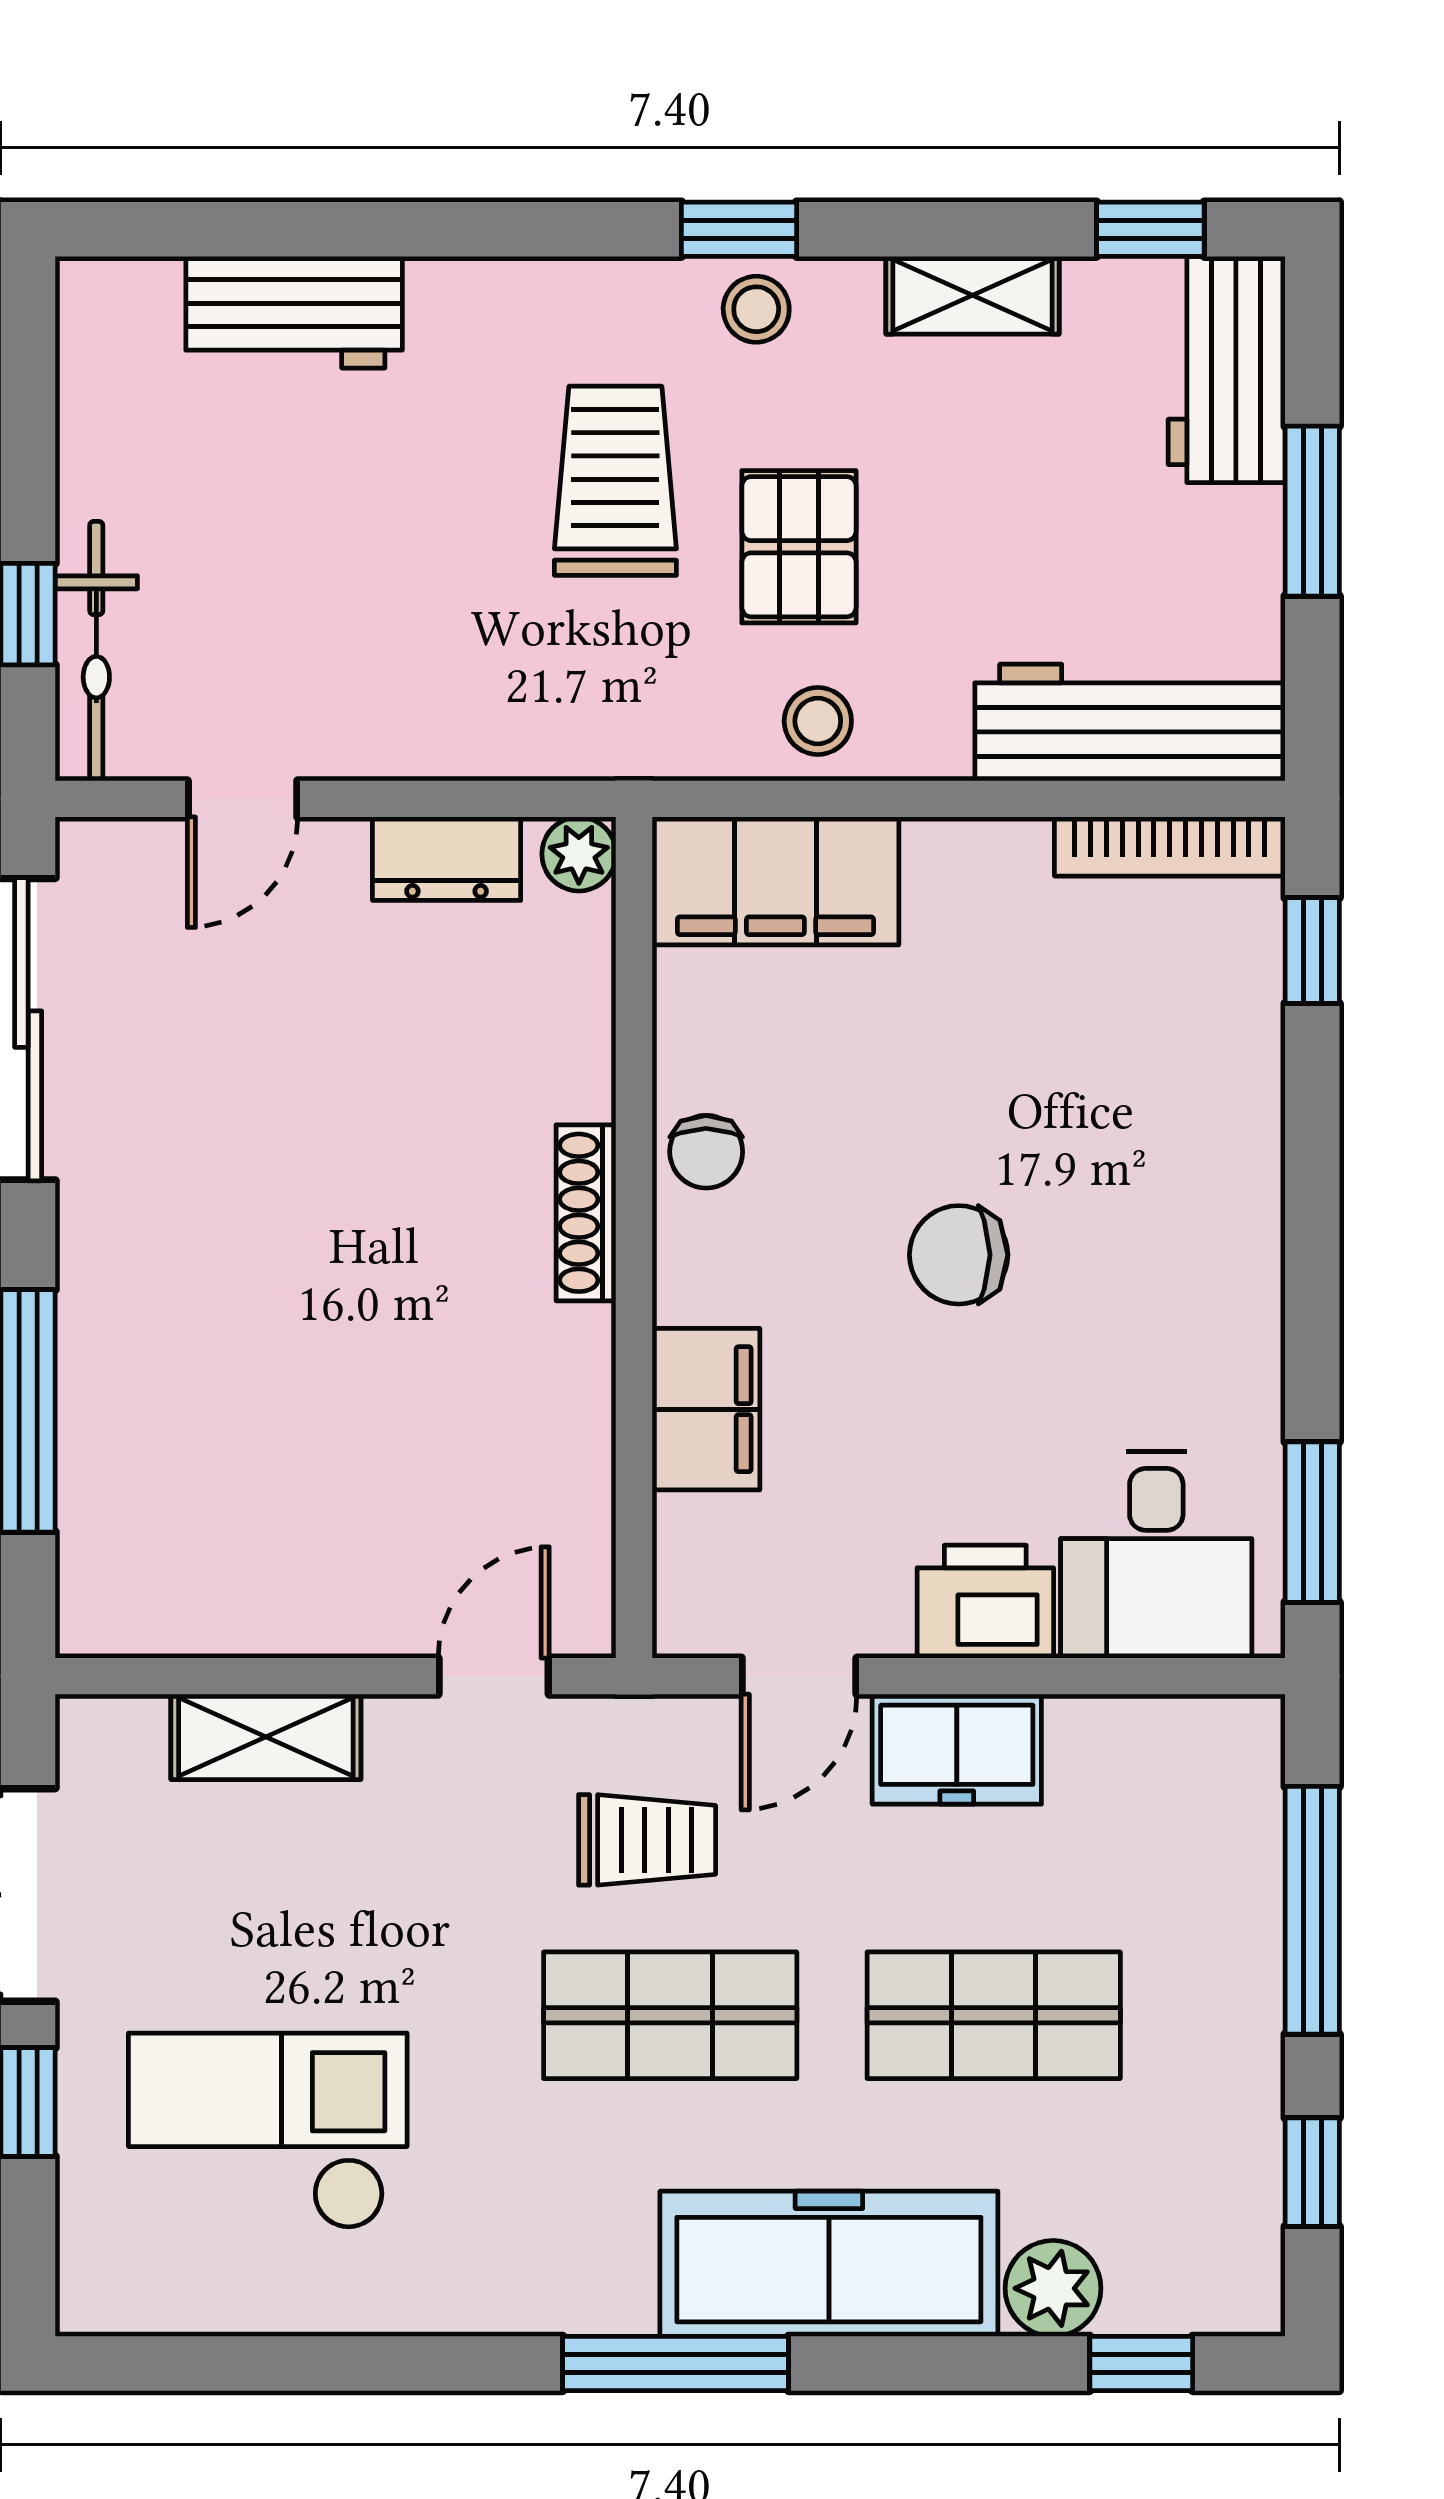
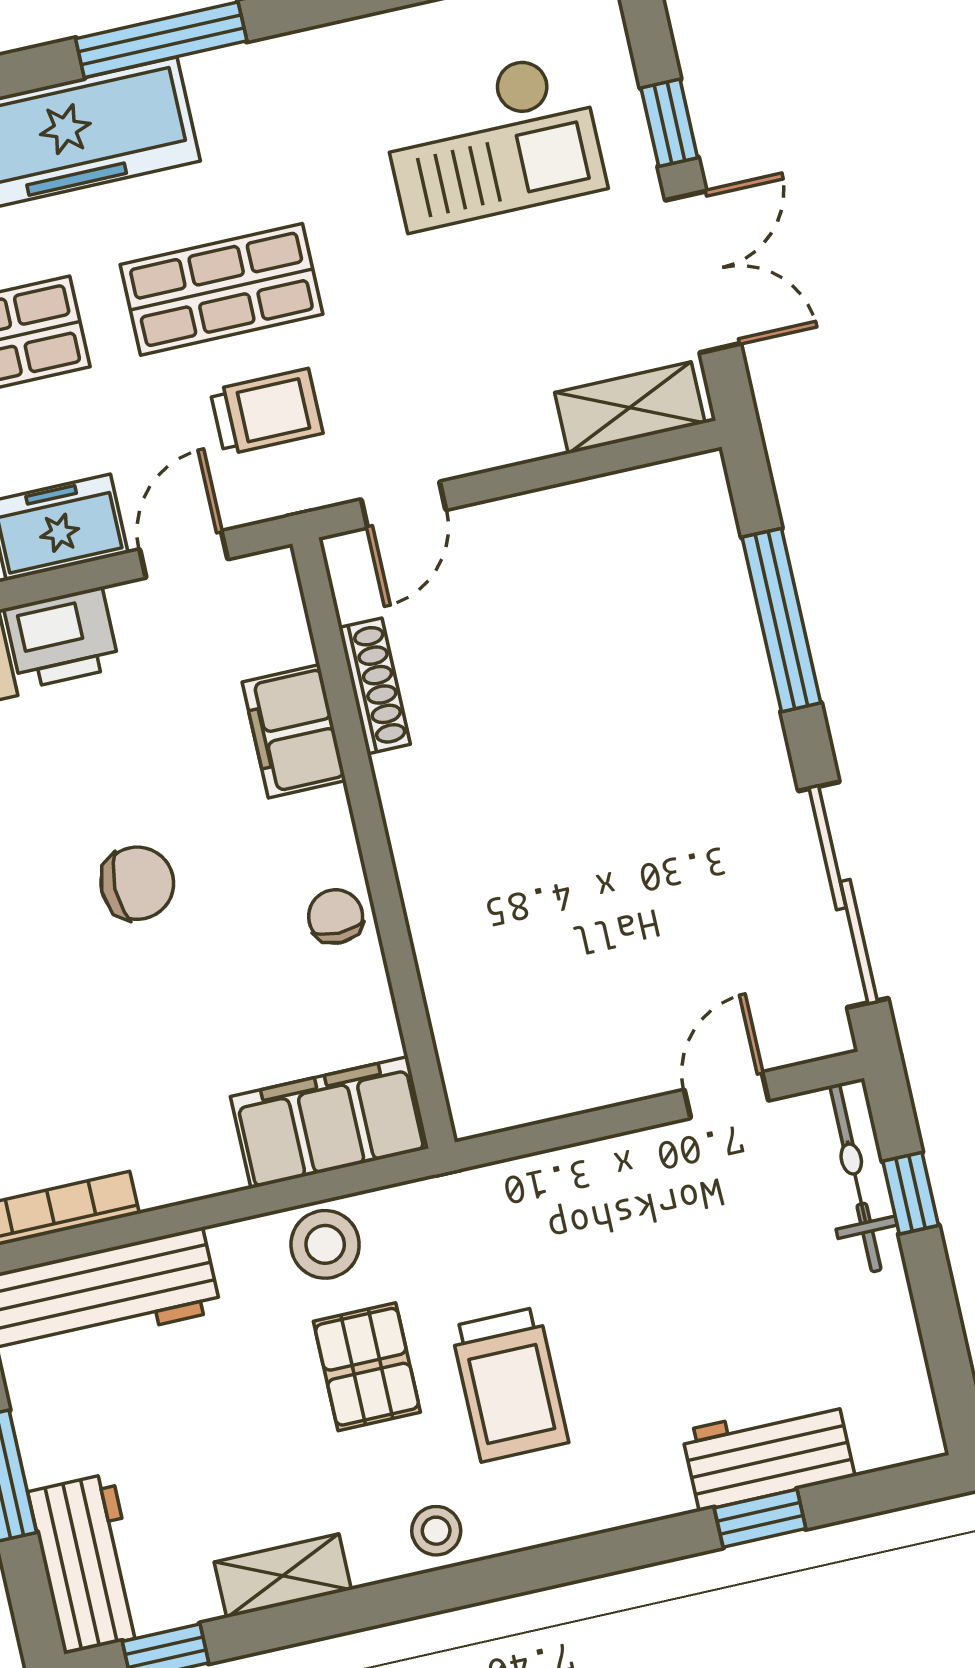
window: (739, 229) -> (760, 1518), moved
stool: (818, 721) -> (325, 1244), width x1.37, depth x1.37
plant: (579, 854) -> (475, 1110), removed
dresser: (447, 859) -> (570, 1085), removed
shoe rack: (586, 1213) -> (374, 686), moved
shelving: (266, 1737) -> (630, 408), moved
trolley: (647, 1840) -> (267, 412), turned 180

